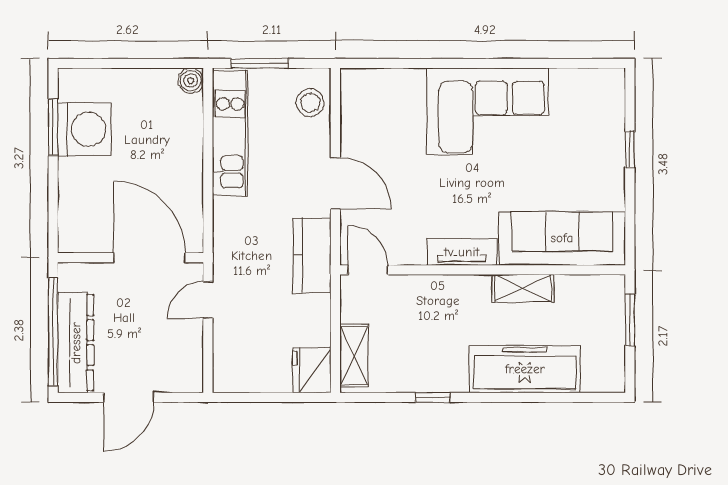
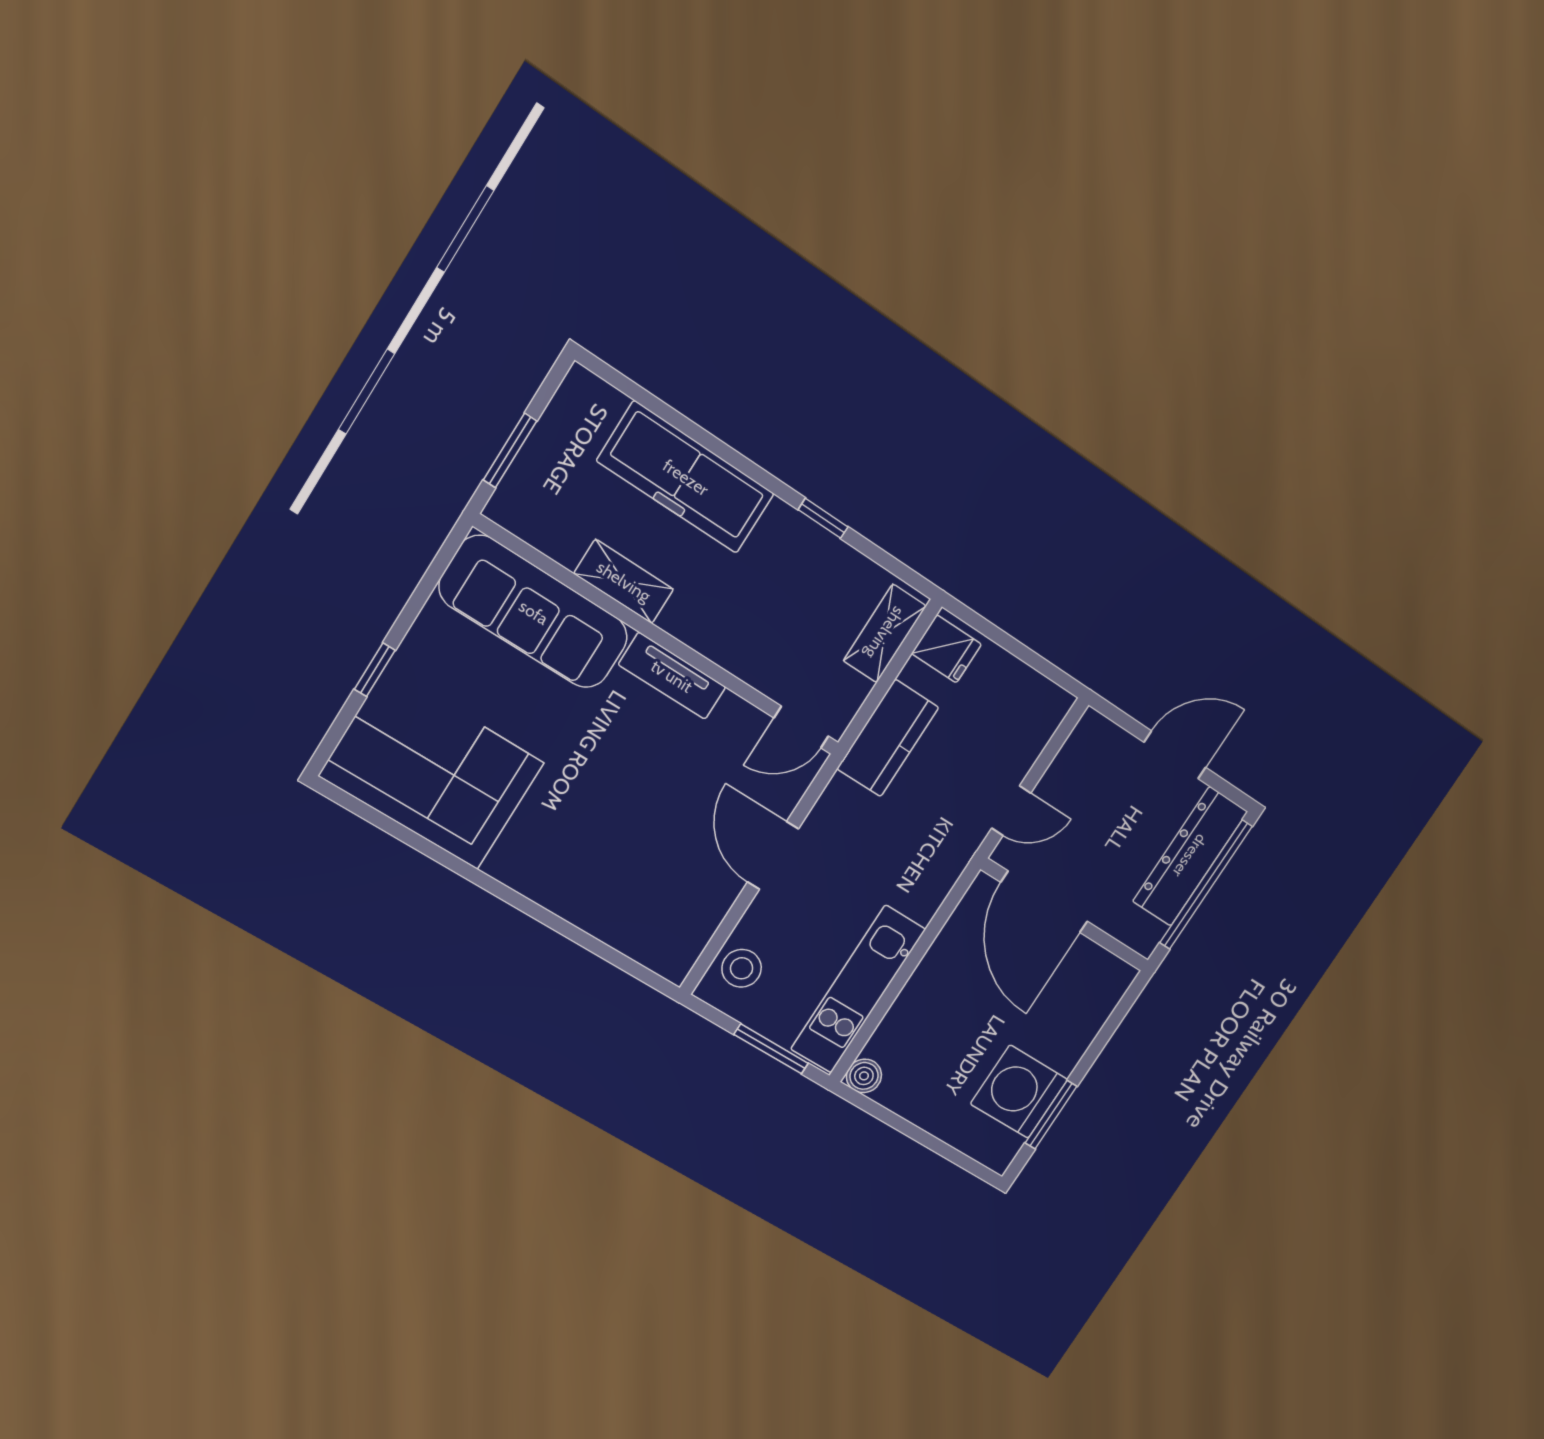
corner sofa: (487, 111) -> (432, 769), moved
kitchen counter: (312, 255) -> (888, 738), moved
door: (368, 270) -> (801, 727), hinge flipped
fridge: (312, 370) -> (946, 649), width x0.72

